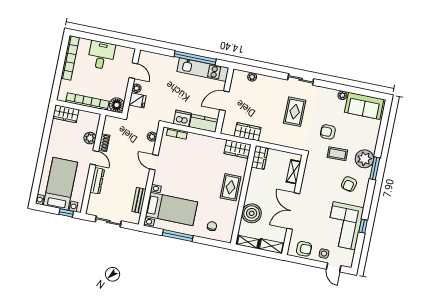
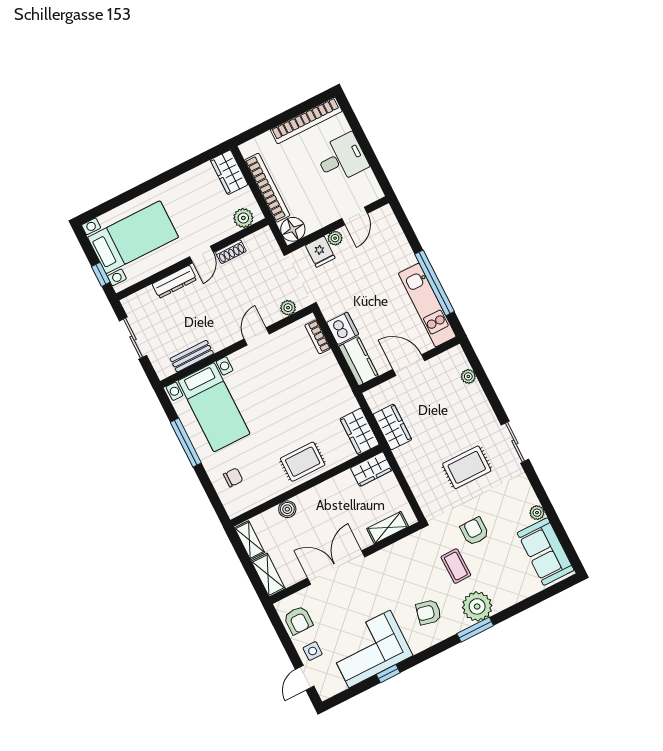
plant: (90, 138) -> (243, 218), moved
boiler: (252, 213) -> (287, 509), width x0.54, depth x0.54

